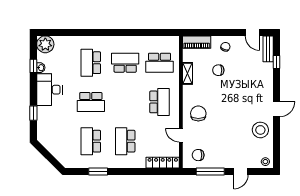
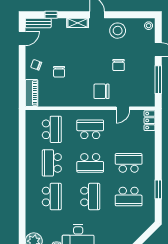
school desk: (91, 63) -> (52, 197), turned -90
shelving: (188, 73) -> (78, 23), moved
school desk: (125, 102) -> (90, 163), added
school desk: (125, 141) -> (129, 163), turned 180
chair: (198, 155) -> (119, 65), moved
locker: (163, 163) -> (150, 121), width x0.66

